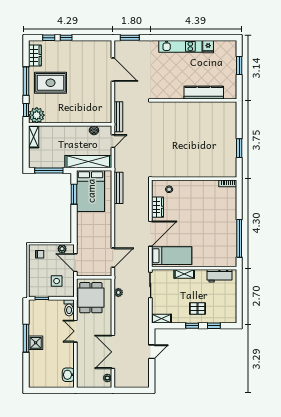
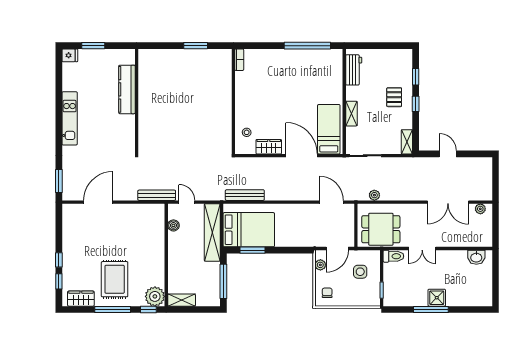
fridge: (208, 47) -> (70, 55), moved

